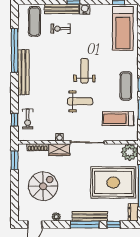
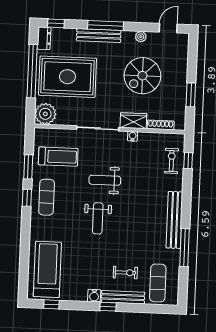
window: (15, 50) -> (184, 248), width x0.68
window: (15, 160) -> (191, 95), moved
spiral stairs: (43, 186) -> (142, 76), moved
window: (113, 224) -> (56, 23), moved

